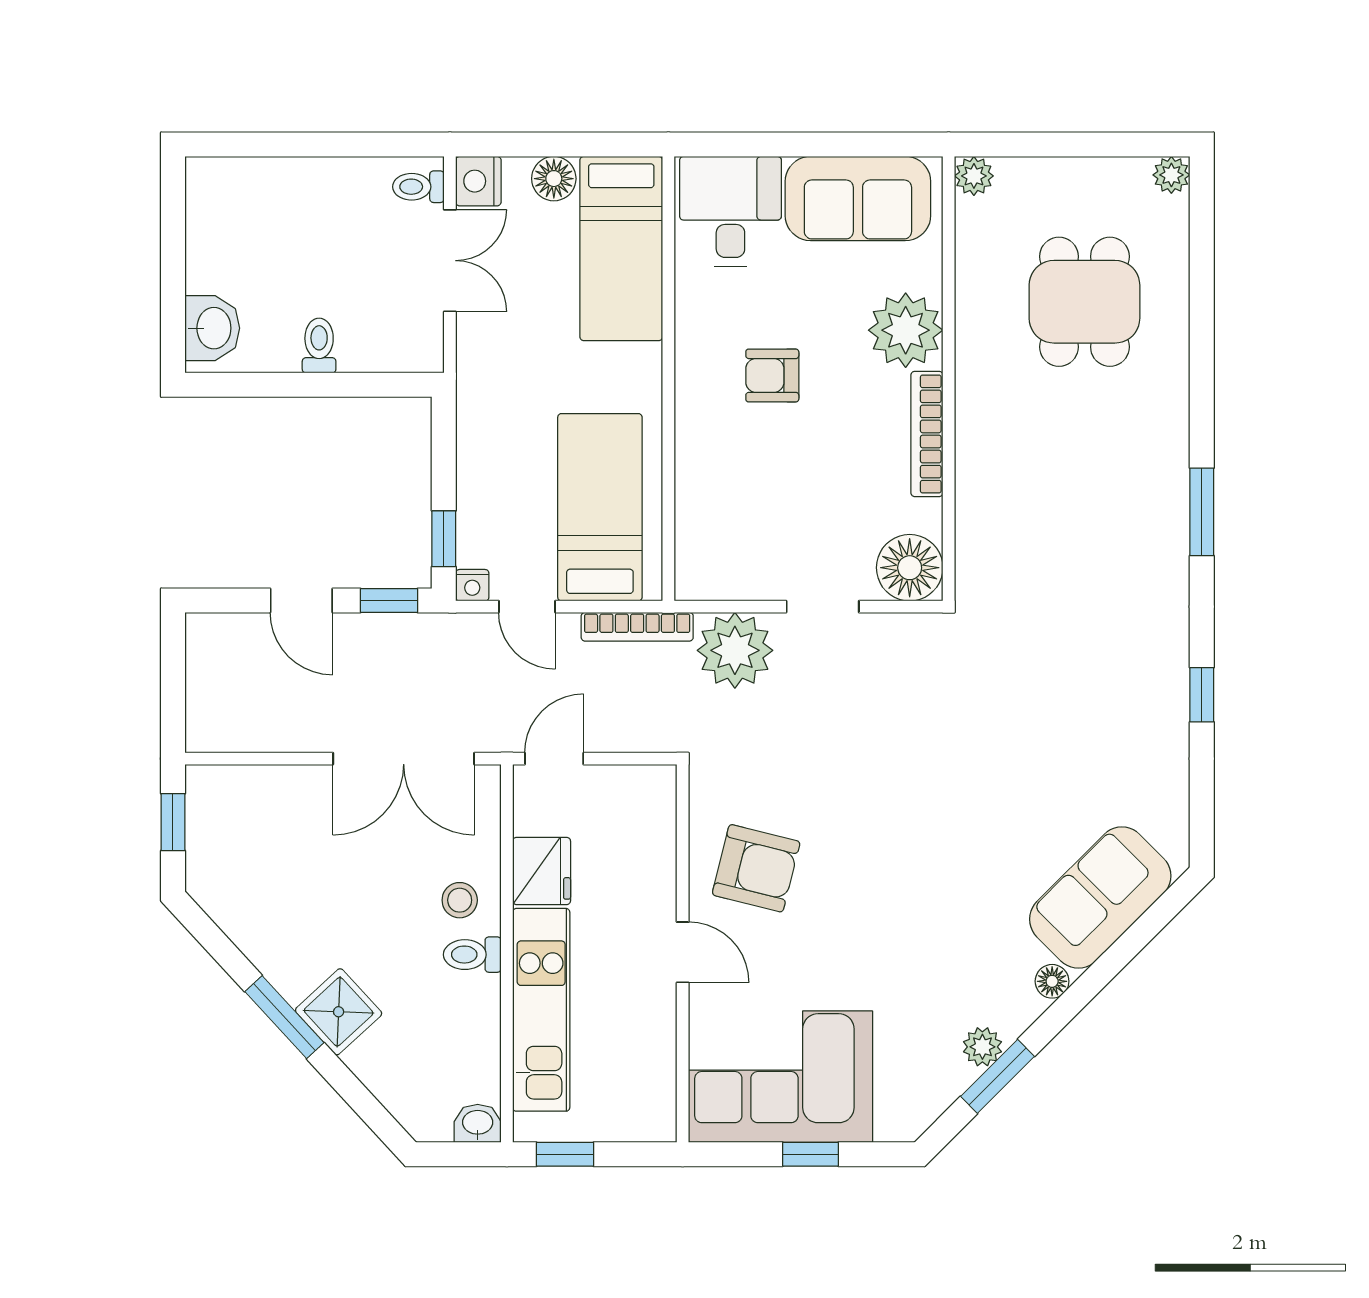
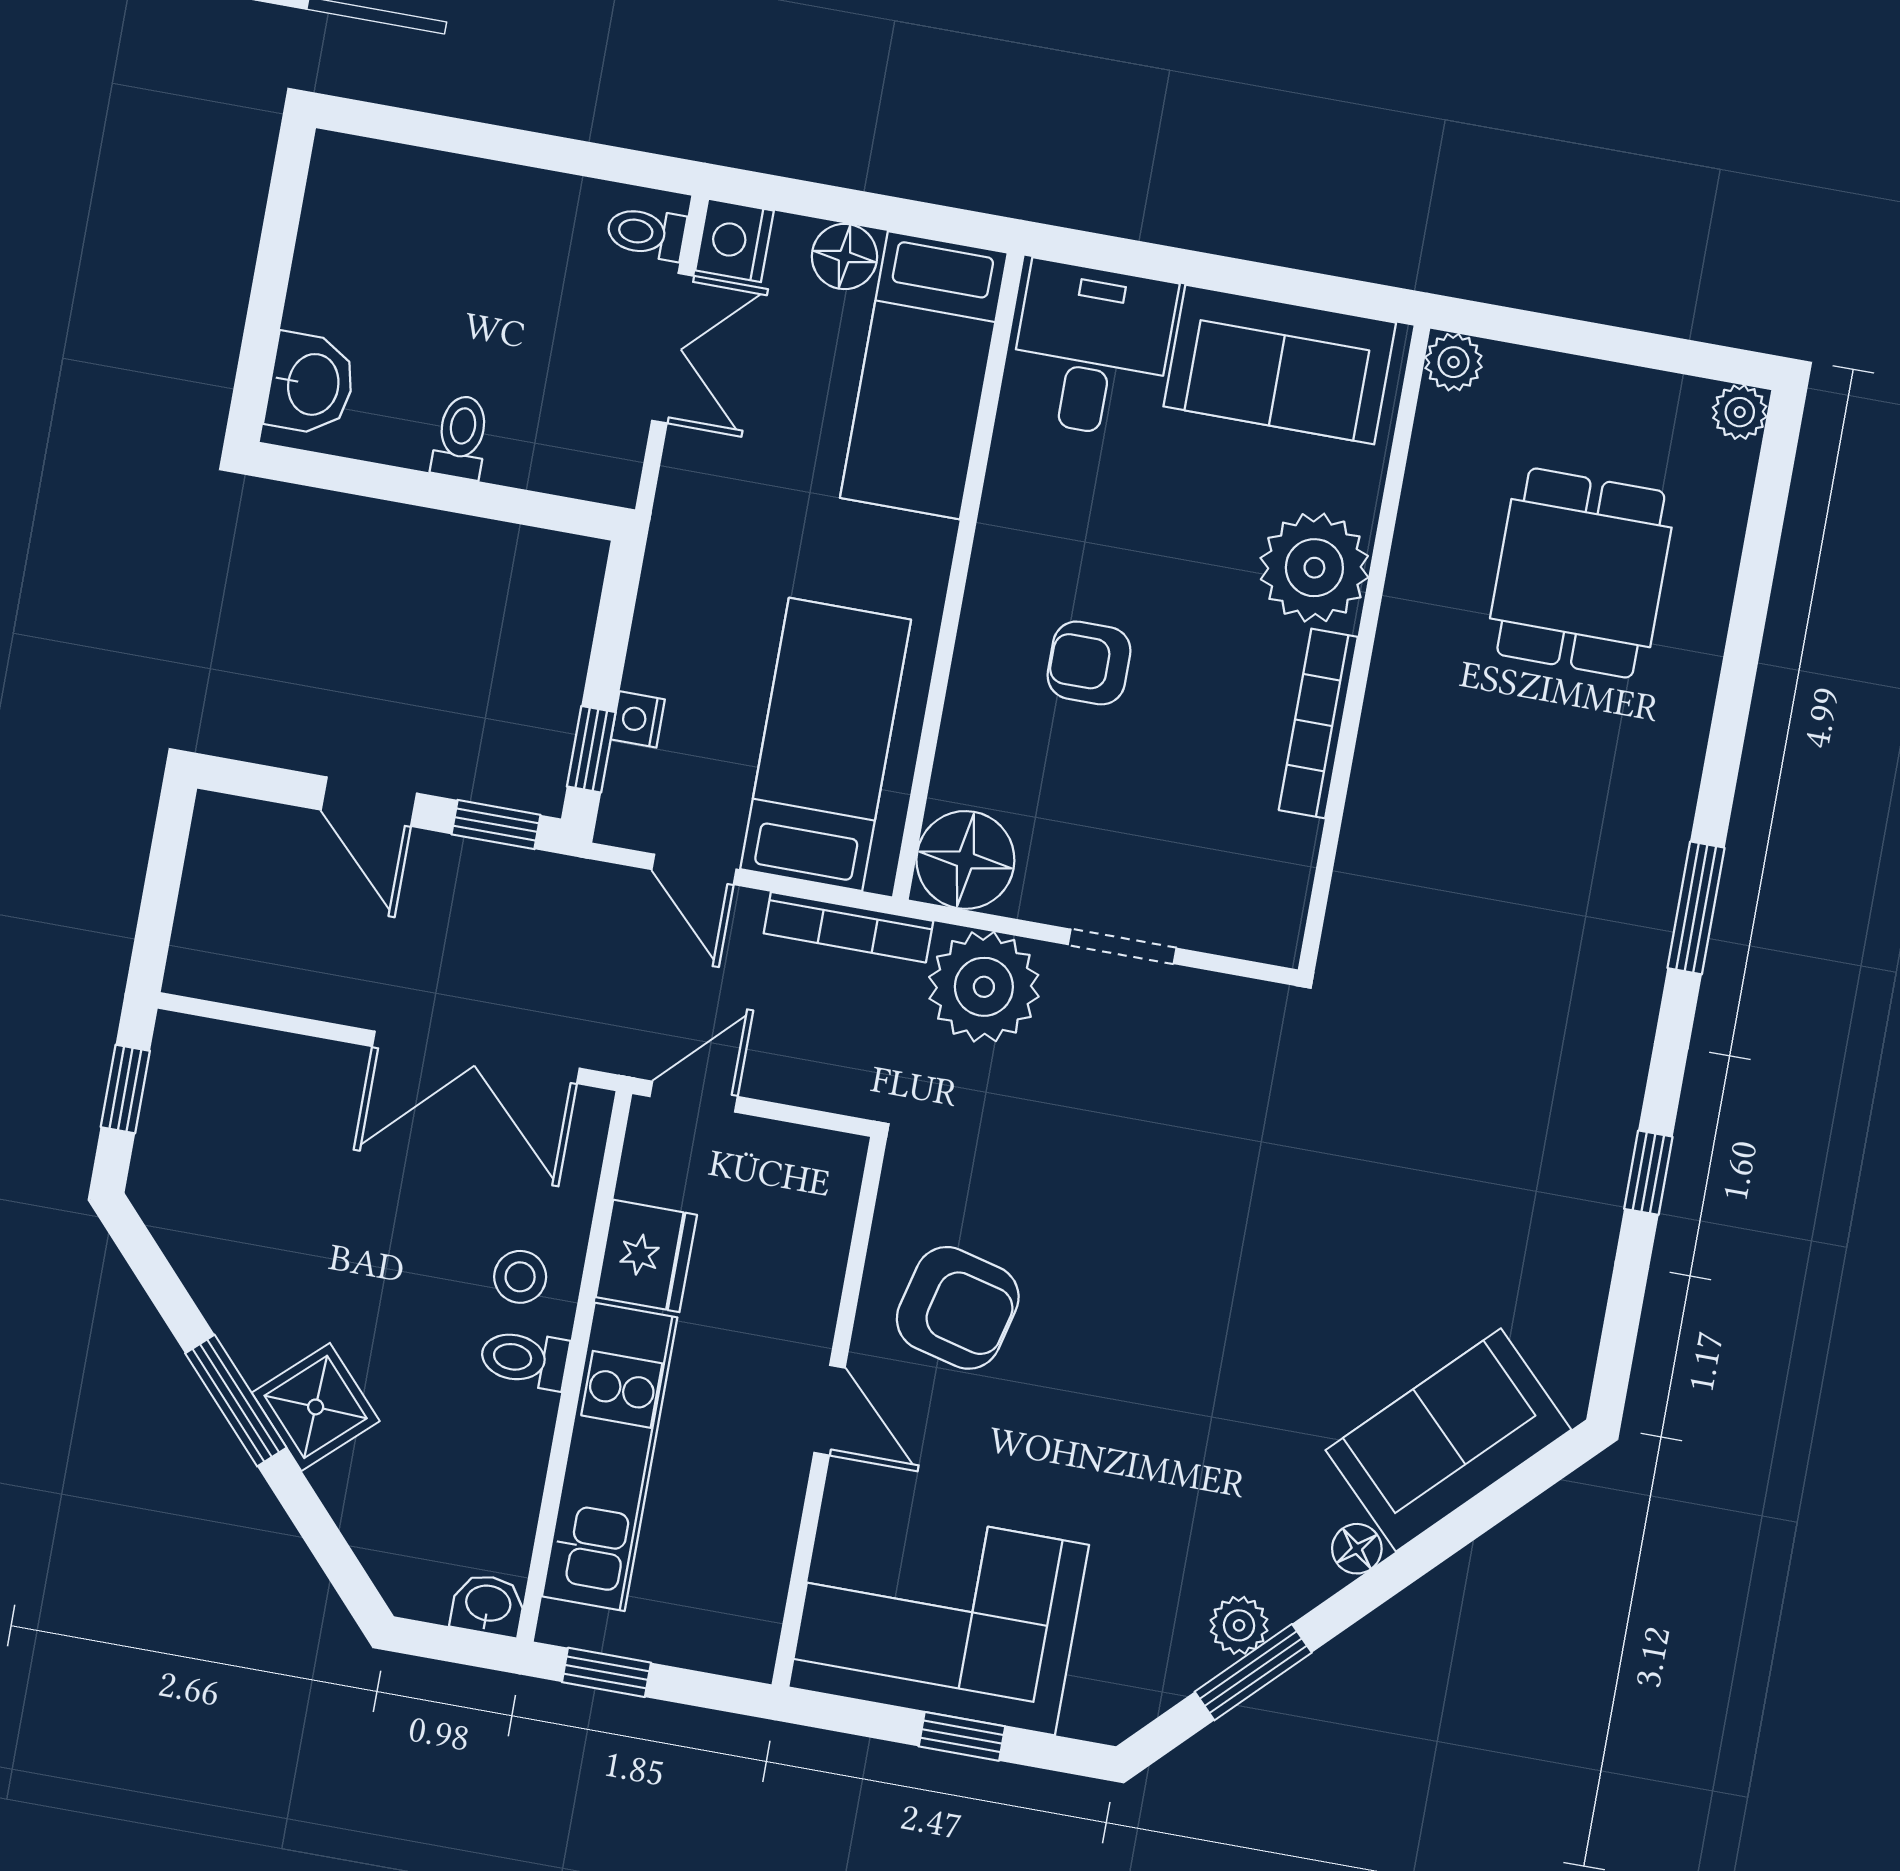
armchair: (772, 375) -> (1089, 663), moved
floor lamp: (910, 568) -> (965, 860), moved
nightstand: (472, 585) -> (638, 719), moved, turned 90

